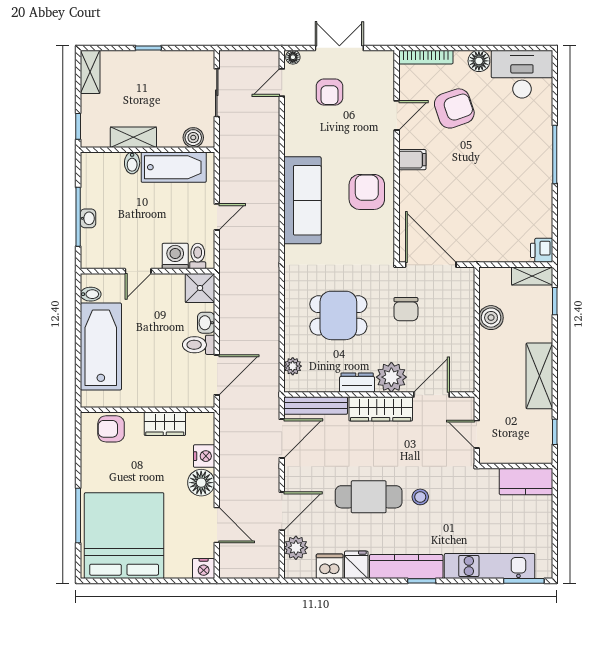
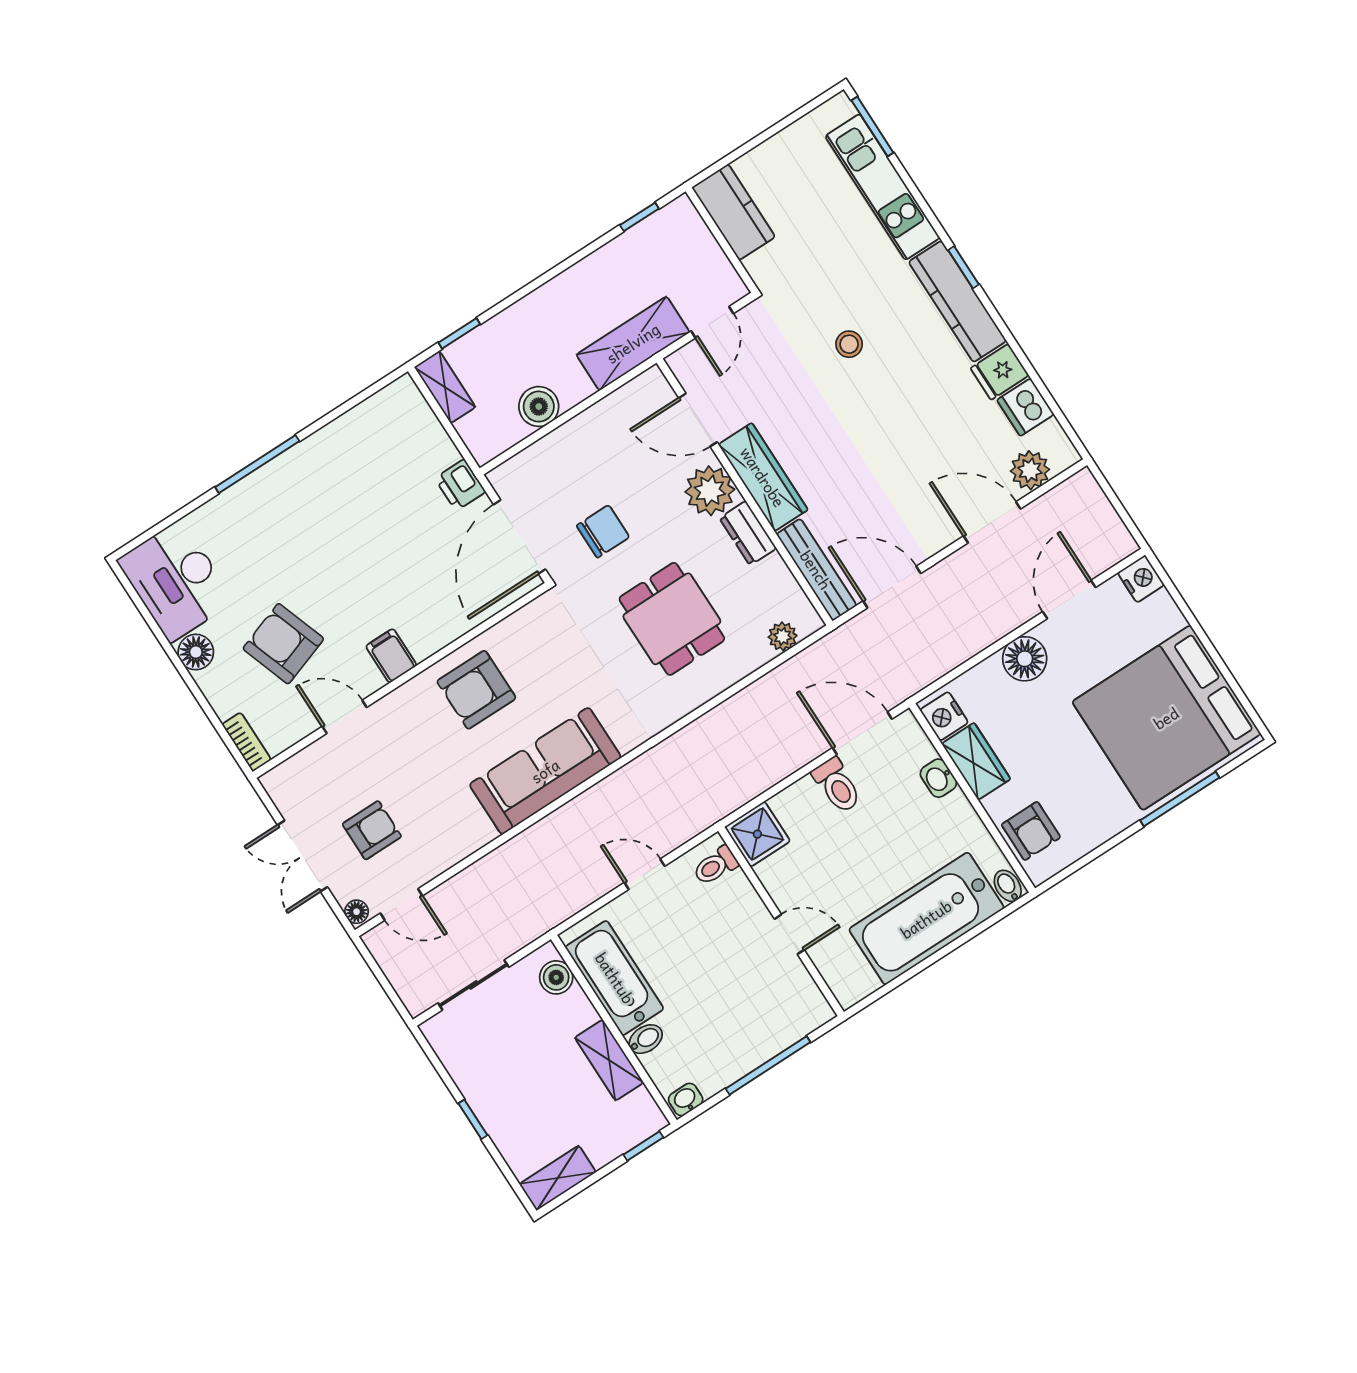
bookcase: (426, 57) -> (247, 742), width x0.64
washbasin: (88, 218) -> (686, 1099), moved
printer: (542, 250) -> (460, 485), moved, turned 90
washing machine: (175, 256) -> (736, 897), removed
bidet: (91, 294) -> (1008, 886), moved
washbasin: (206, 323) -> (938, 778), moved, turned 90
shelving: (539, 376) -> (633, 343), moved
nightstand: (204, 456) -> (944, 716), moved, turned -90
cafe table: (369, 497) -> (895, 415), removed

